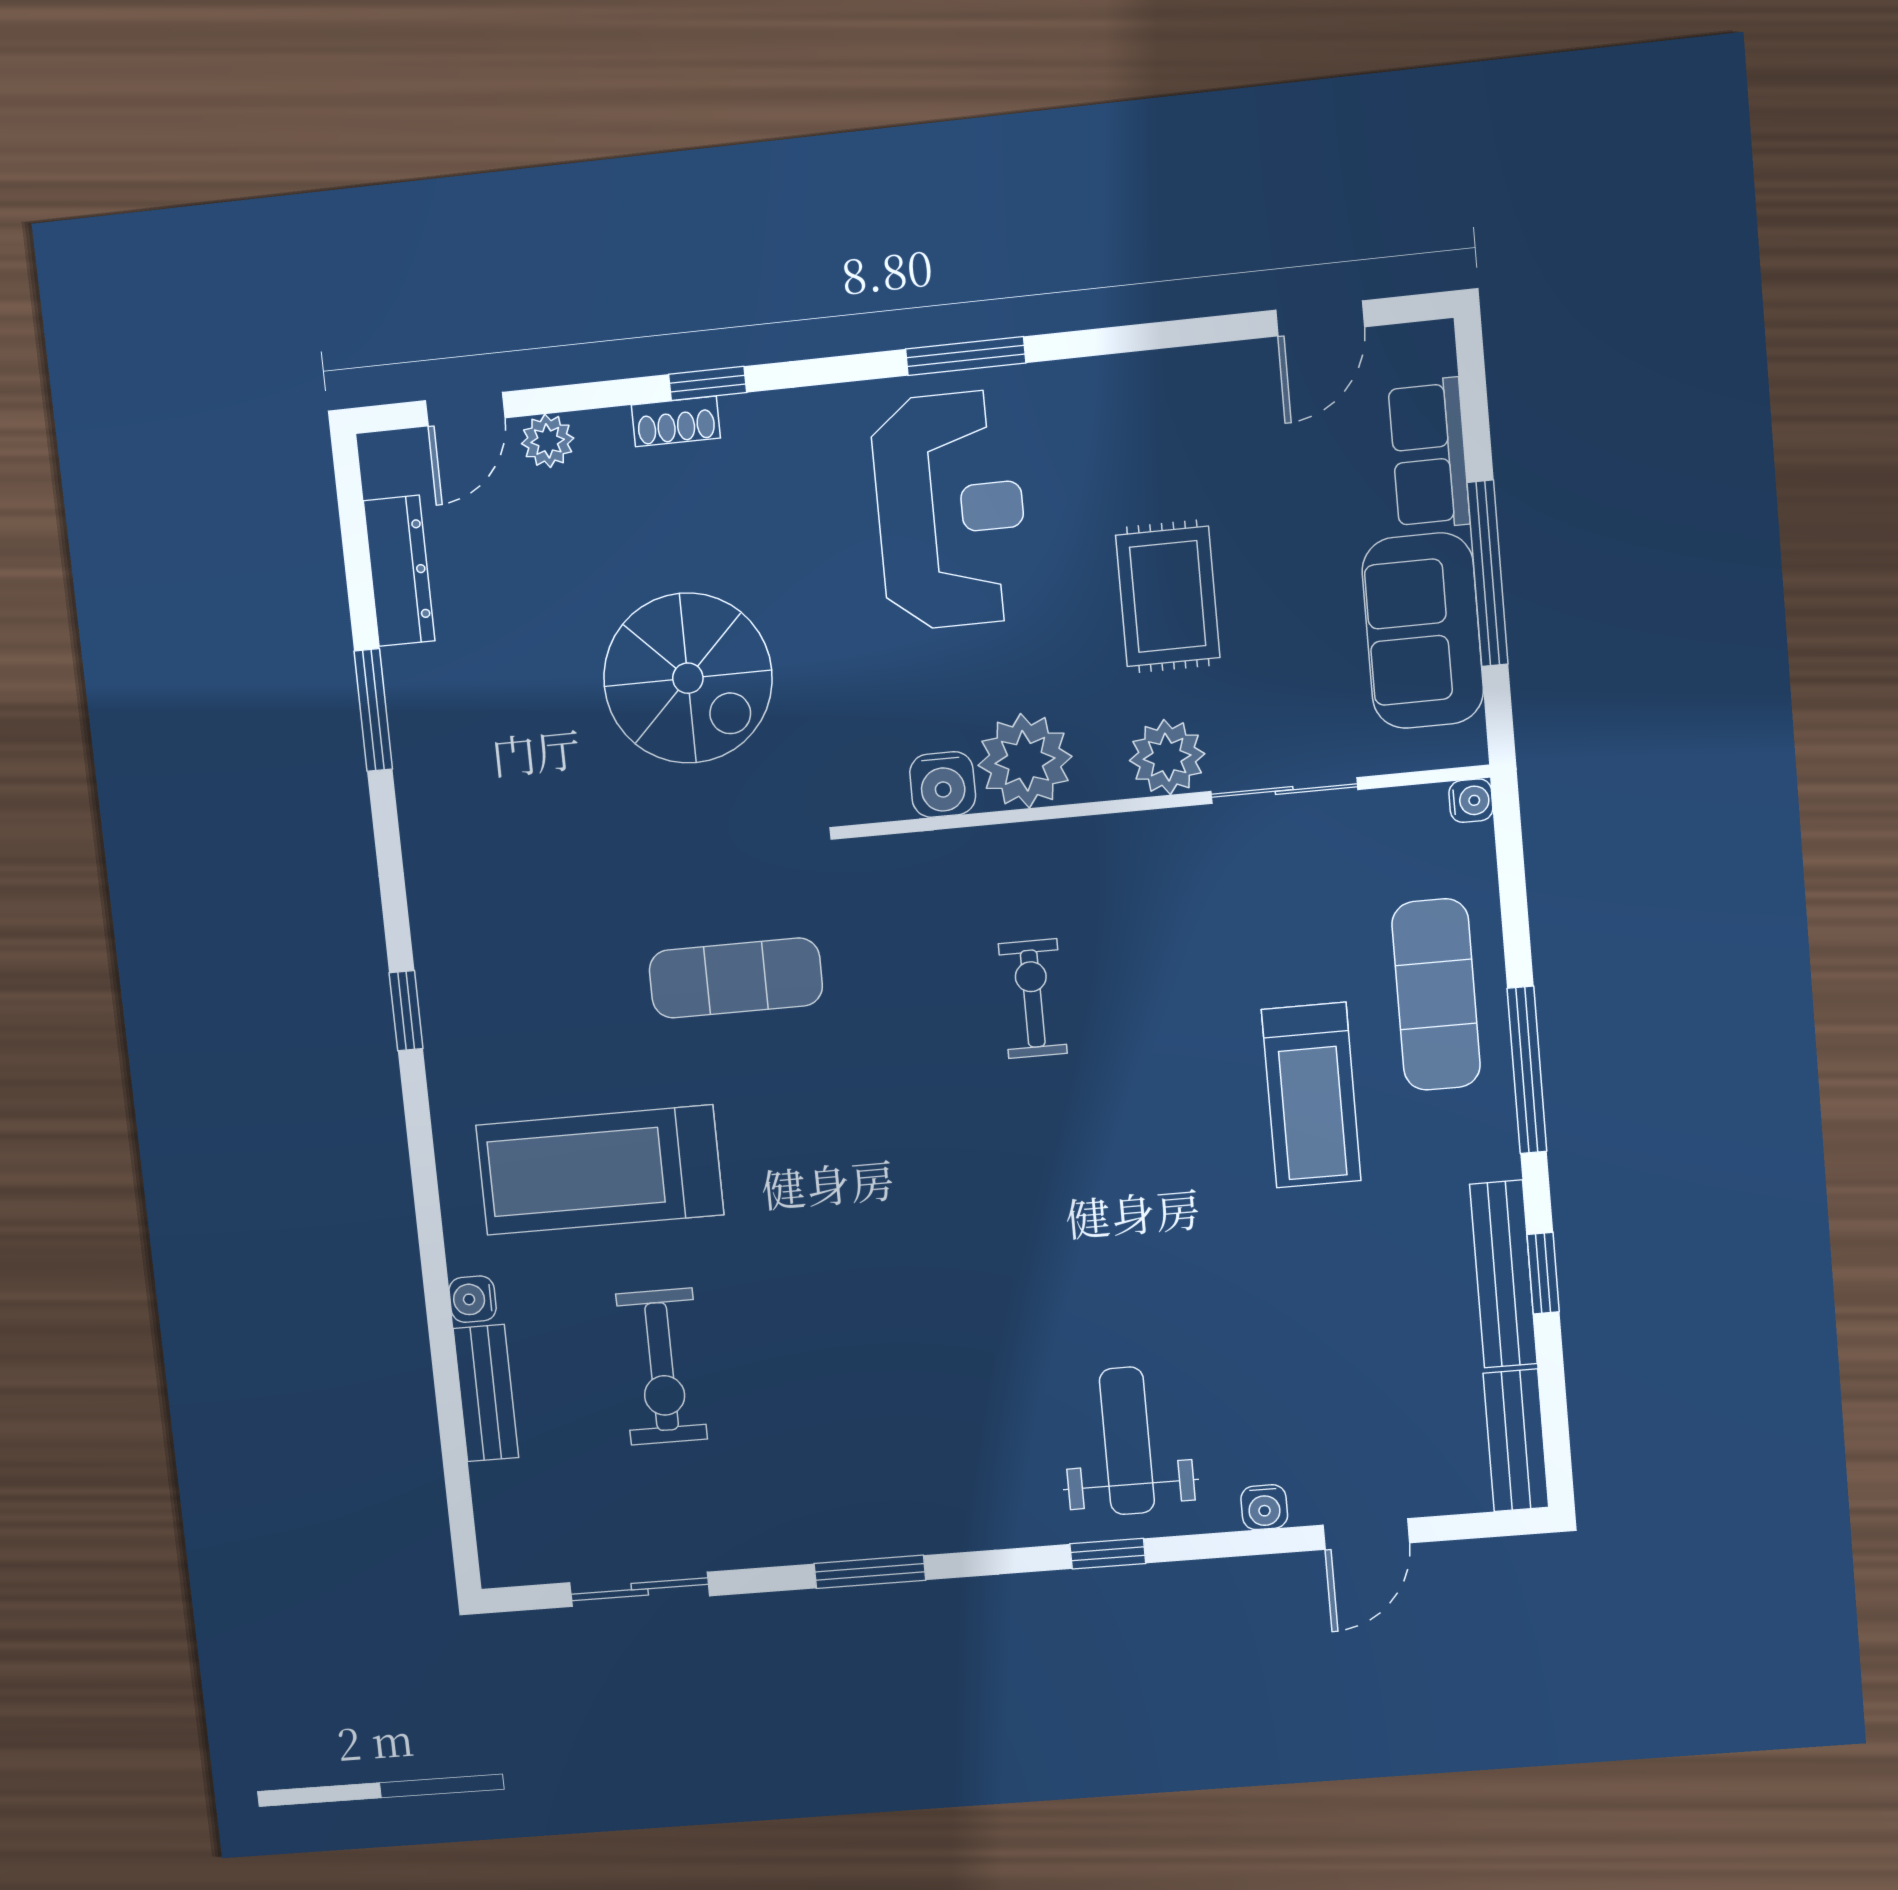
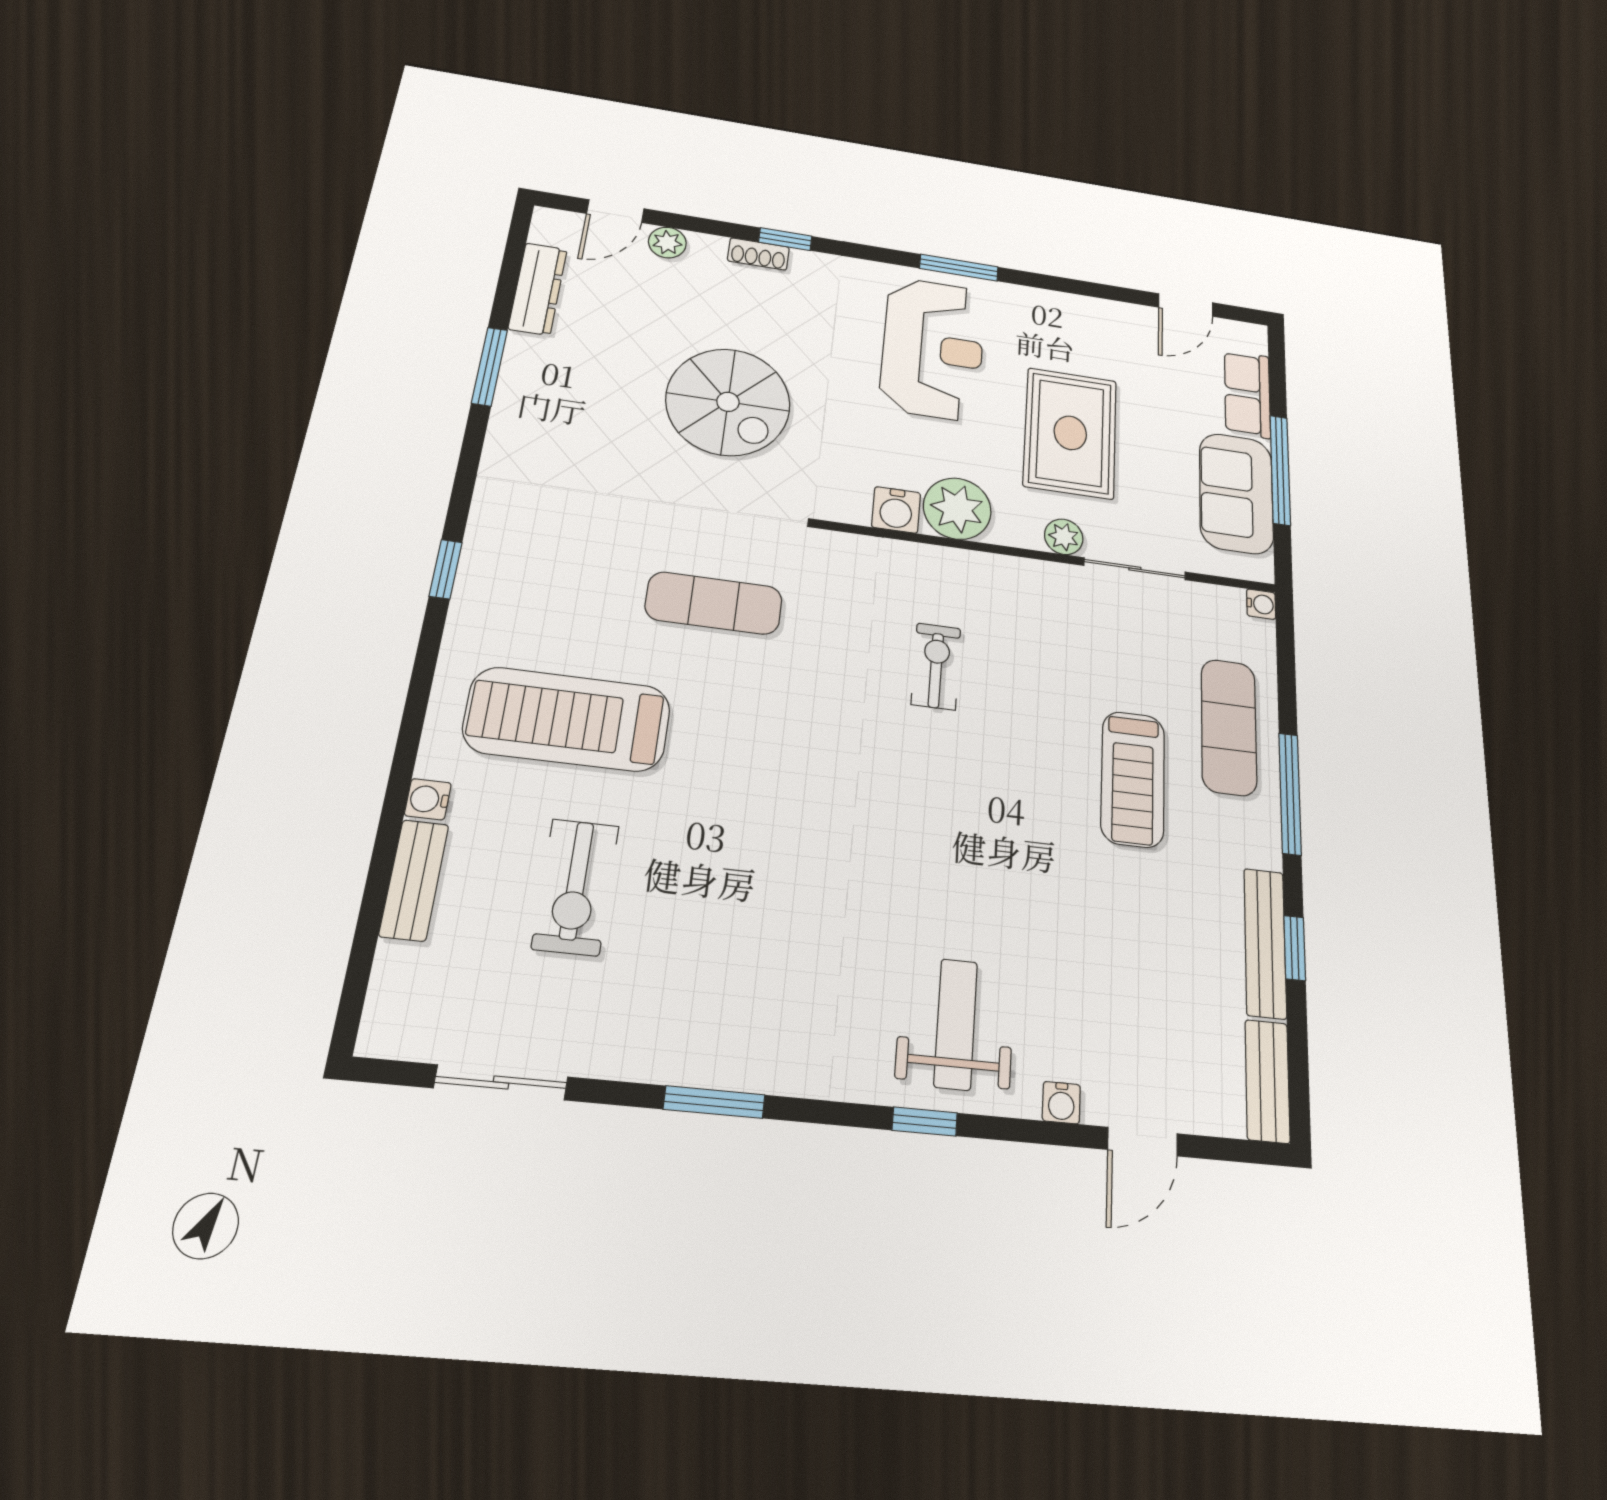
rug: (1168, 596) -> (1070, 433), width x1.36, depth x1.43
plant: (1167, 757) -> (1064, 537), width x0.73, depth x0.73

